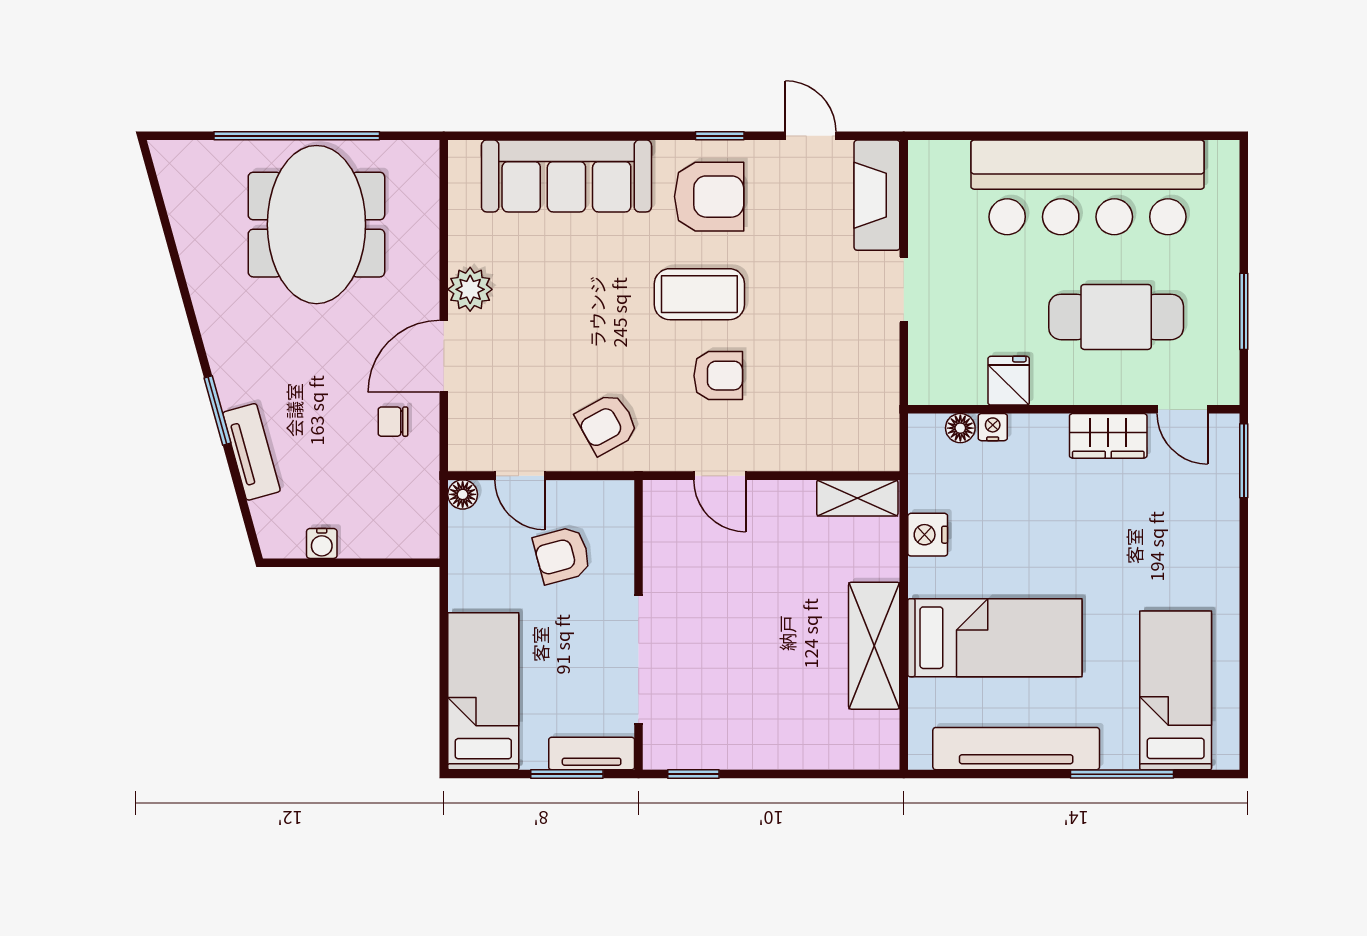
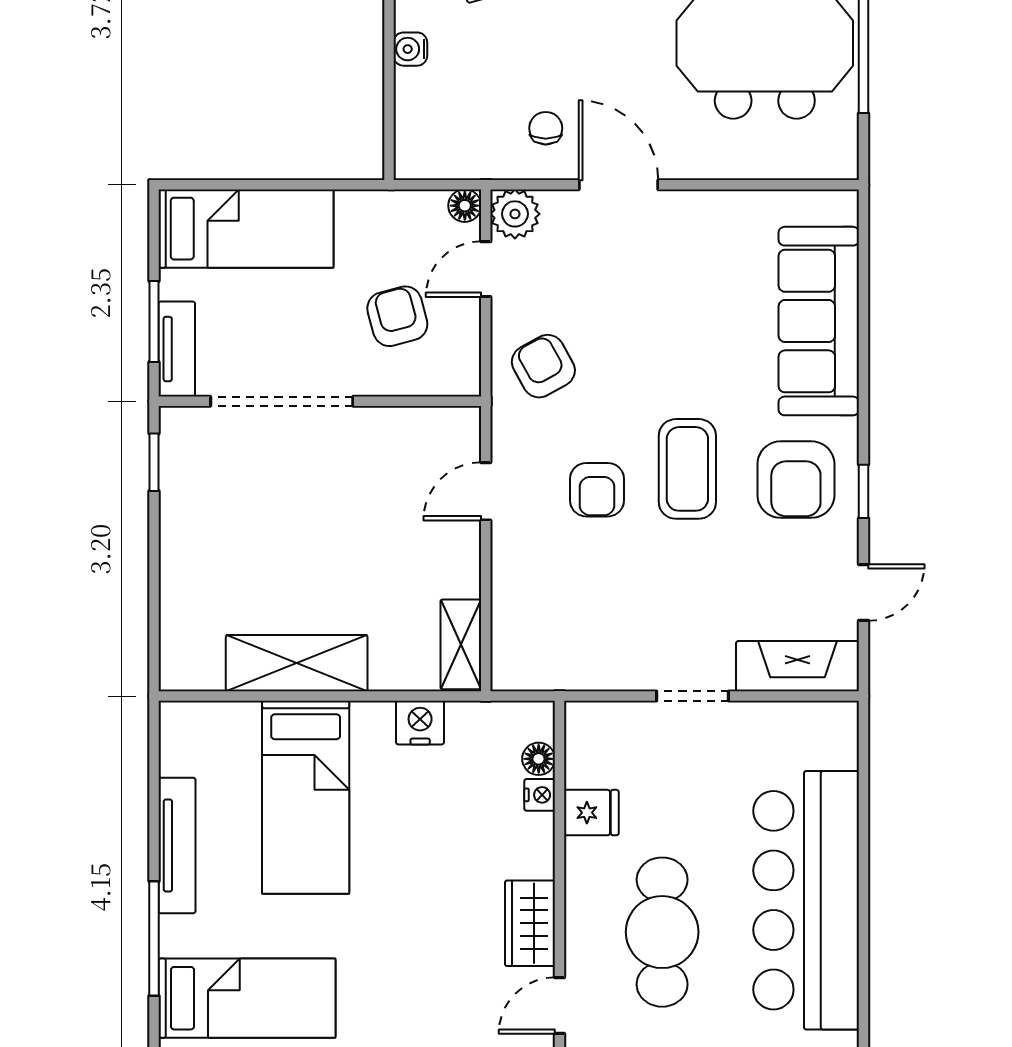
plant: (470, 289) -> (515, 214), moved
tv unit: (1016, 749) -> (177, 845), width x0.73, depth x0.78

